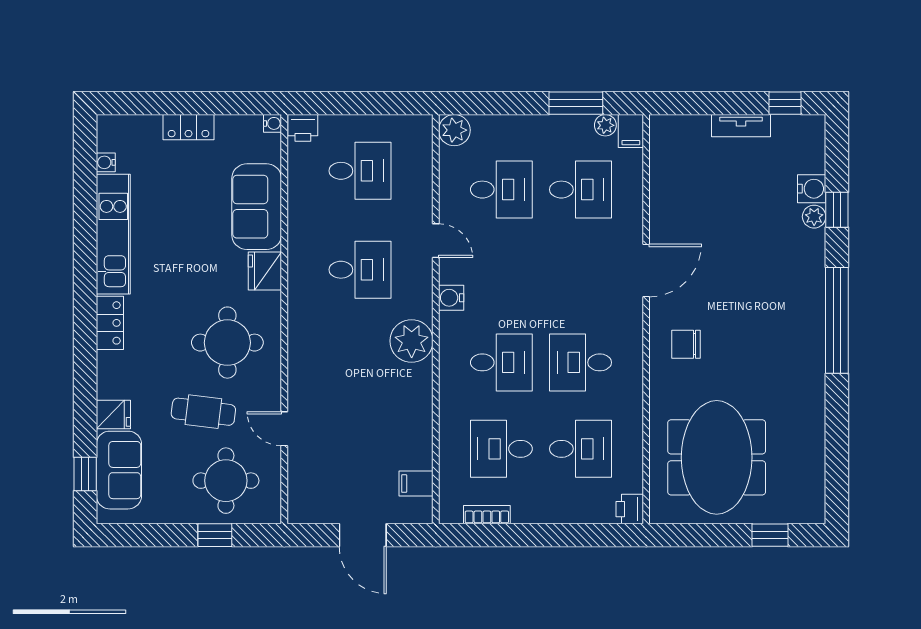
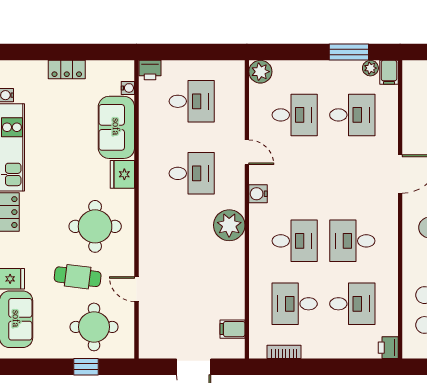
water cooler: (272, 123) -> (128, 88), moved

